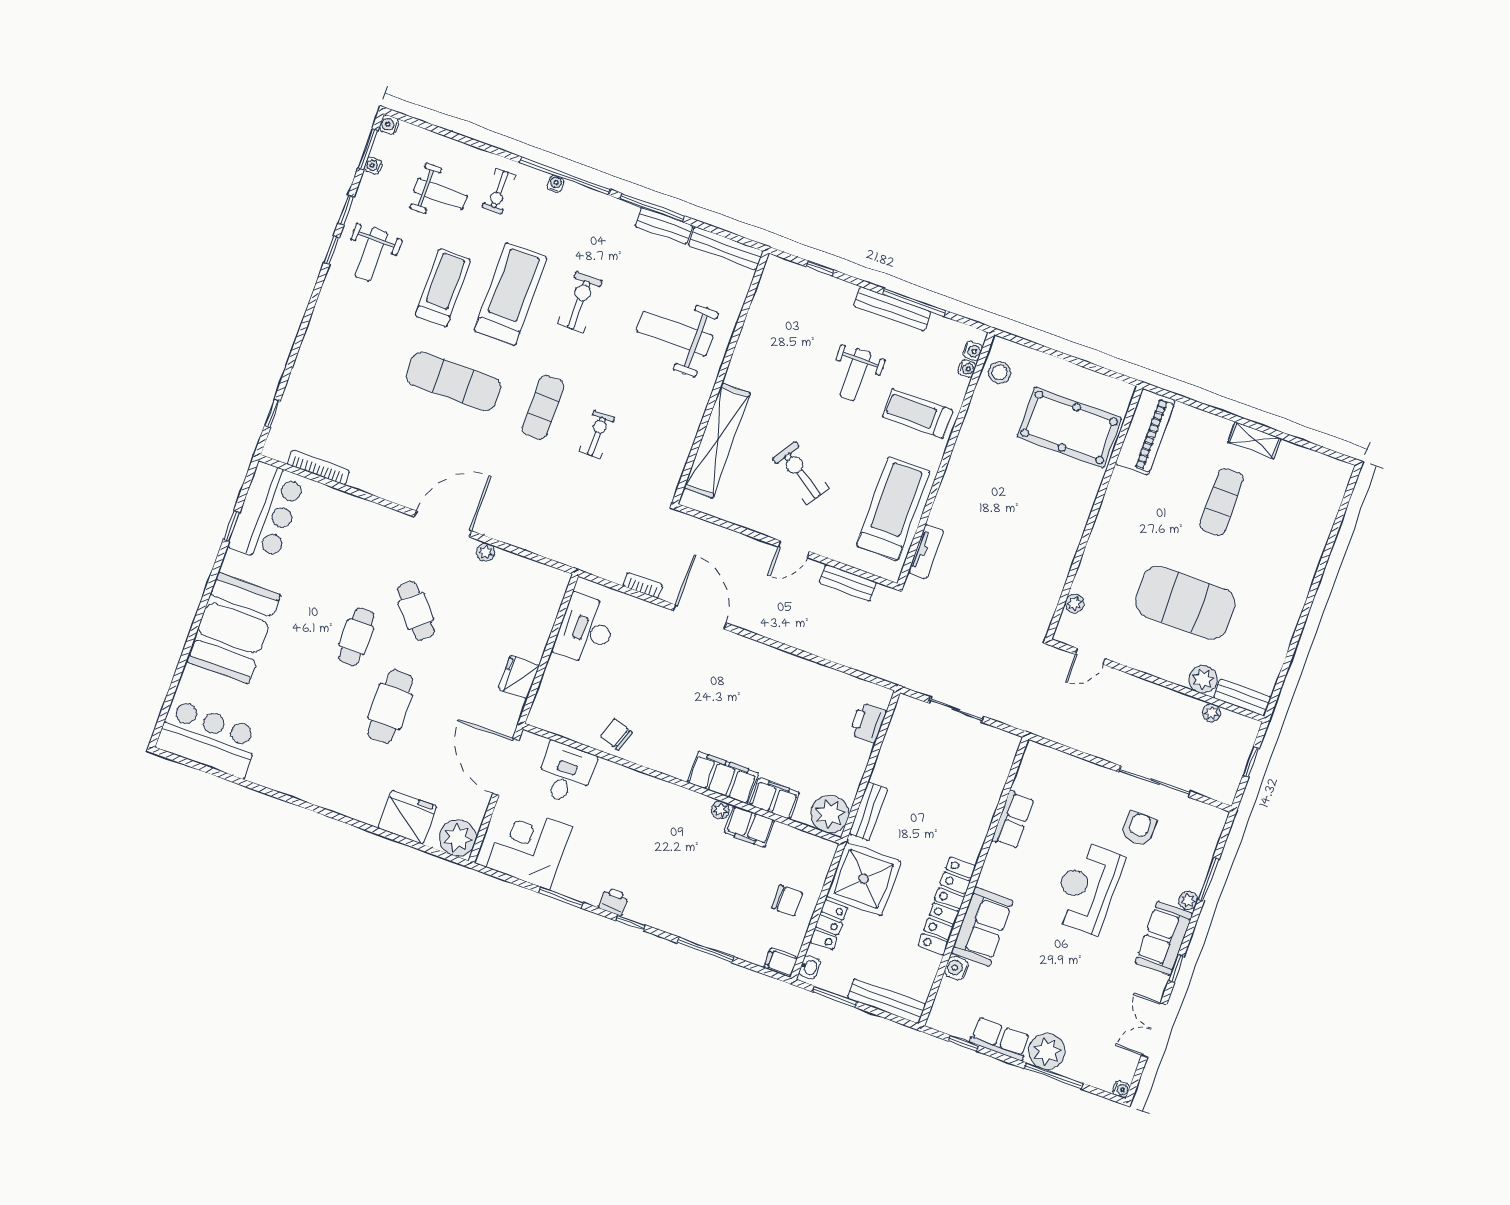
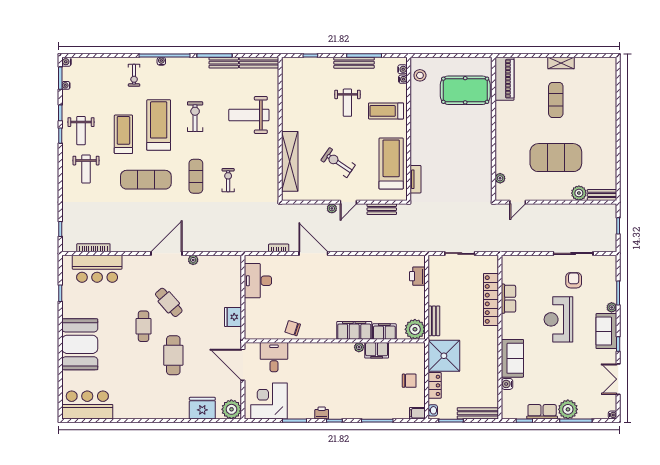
weight bench: (441, 194) -> (86, 169), moved, turned 90
bar counter: (267, 512) -> (97, 269), moved, turned 90
plant: (1211, 713) -> (332, 208), moved
locker: (947, 906) -> (491, 300), moved

